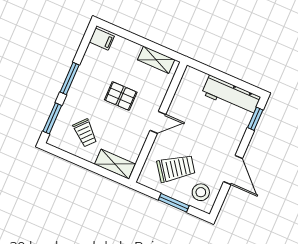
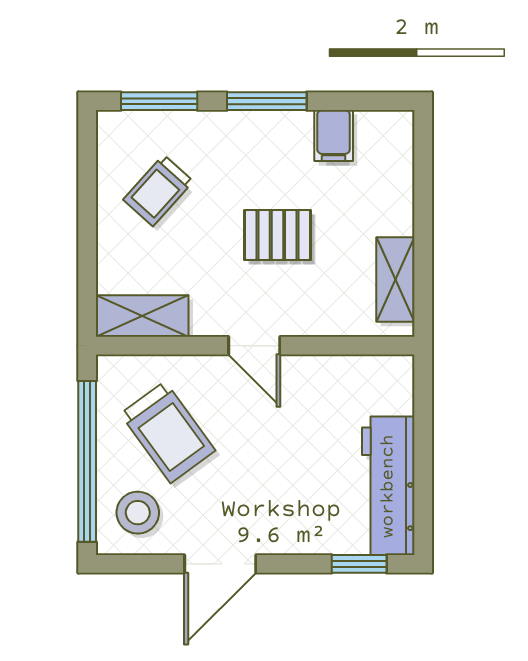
filing cabinet: (102, 39) -> (334, 136), moved
pallet: (121, 96) -> (277, 235), turned 90
shelving: (115, 164) -> (142, 316), moved, turned 90
window: (174, 203) -> (87, 461), width x2.11

